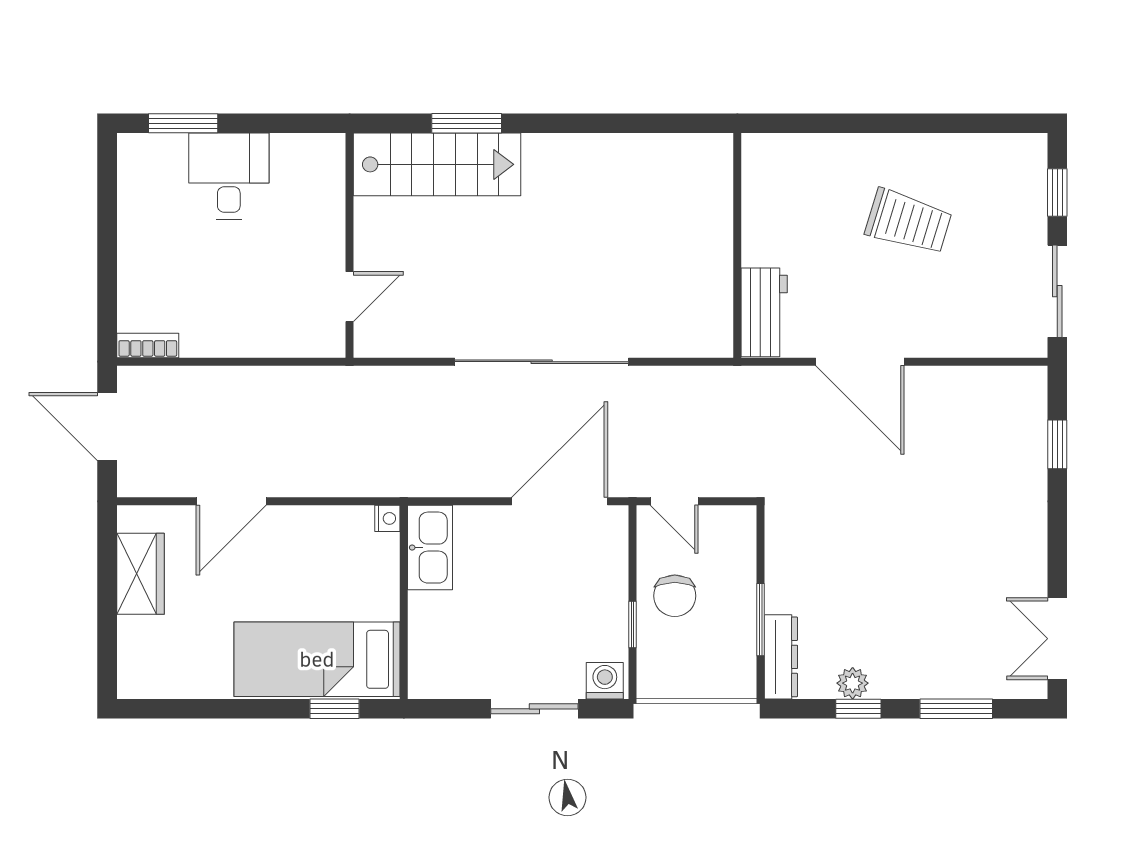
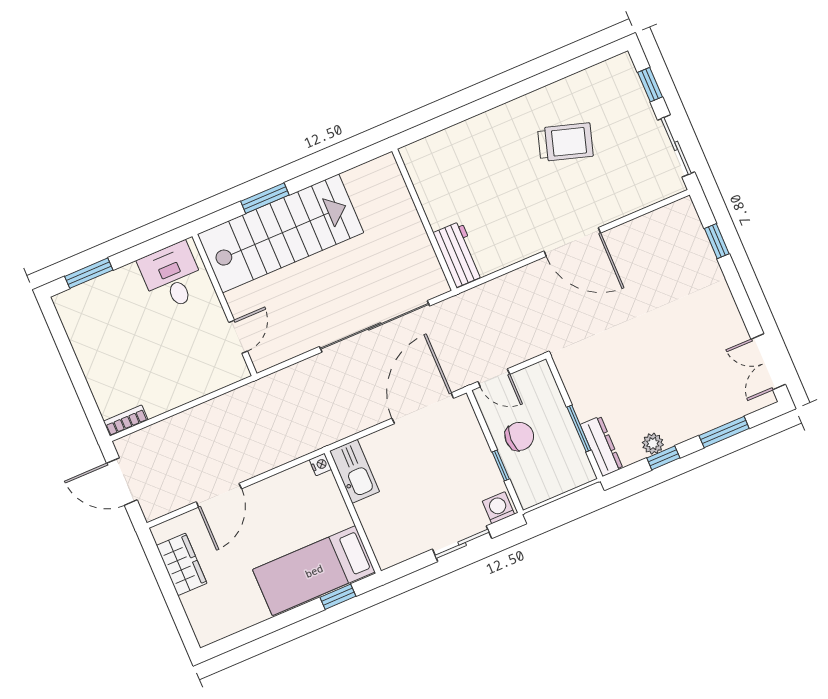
stairs: (437, 164) -> (280, 233), width x1.36, depth x1.51
desk: (229, 176) -> (172, 277), moved
wall: (737, 245) -> (424, 220), moved
workbench: (764, 312) -> (459, 254), moved
chair: (675, 596) -> (519, 436), turned -90

